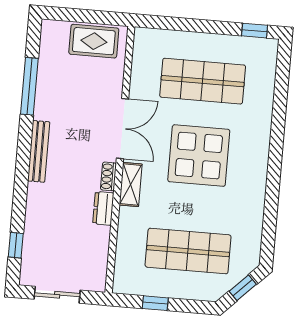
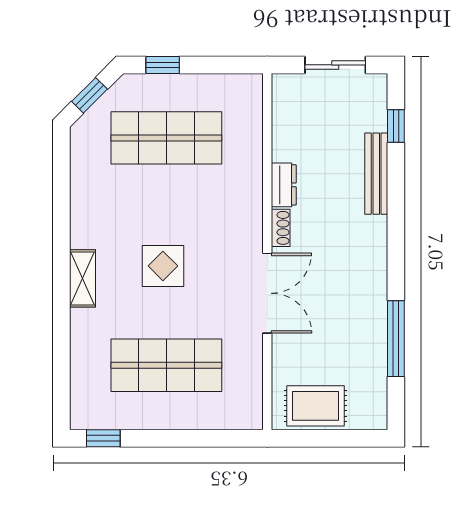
double door: (123, 129) -> (267, 293), swing flipped
bench: (39, 151) -> (376, 174), moved
display table: (199, 156) -> (163, 266), width x0.54, depth x0.54
shelving: (131, 184) -> (83, 278), moved
window: (155, 303) -> (163, 65), moved

